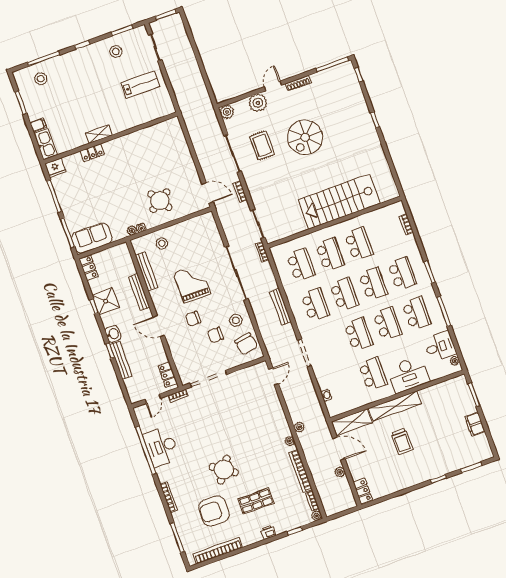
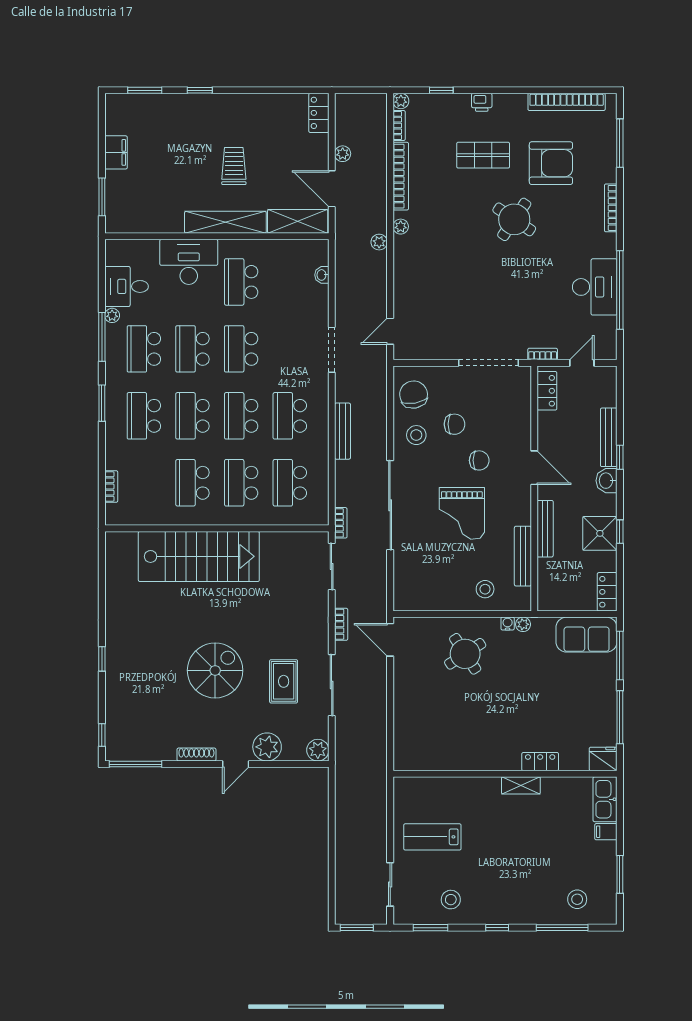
plant: (455, 361) -> (112, 315), moved

